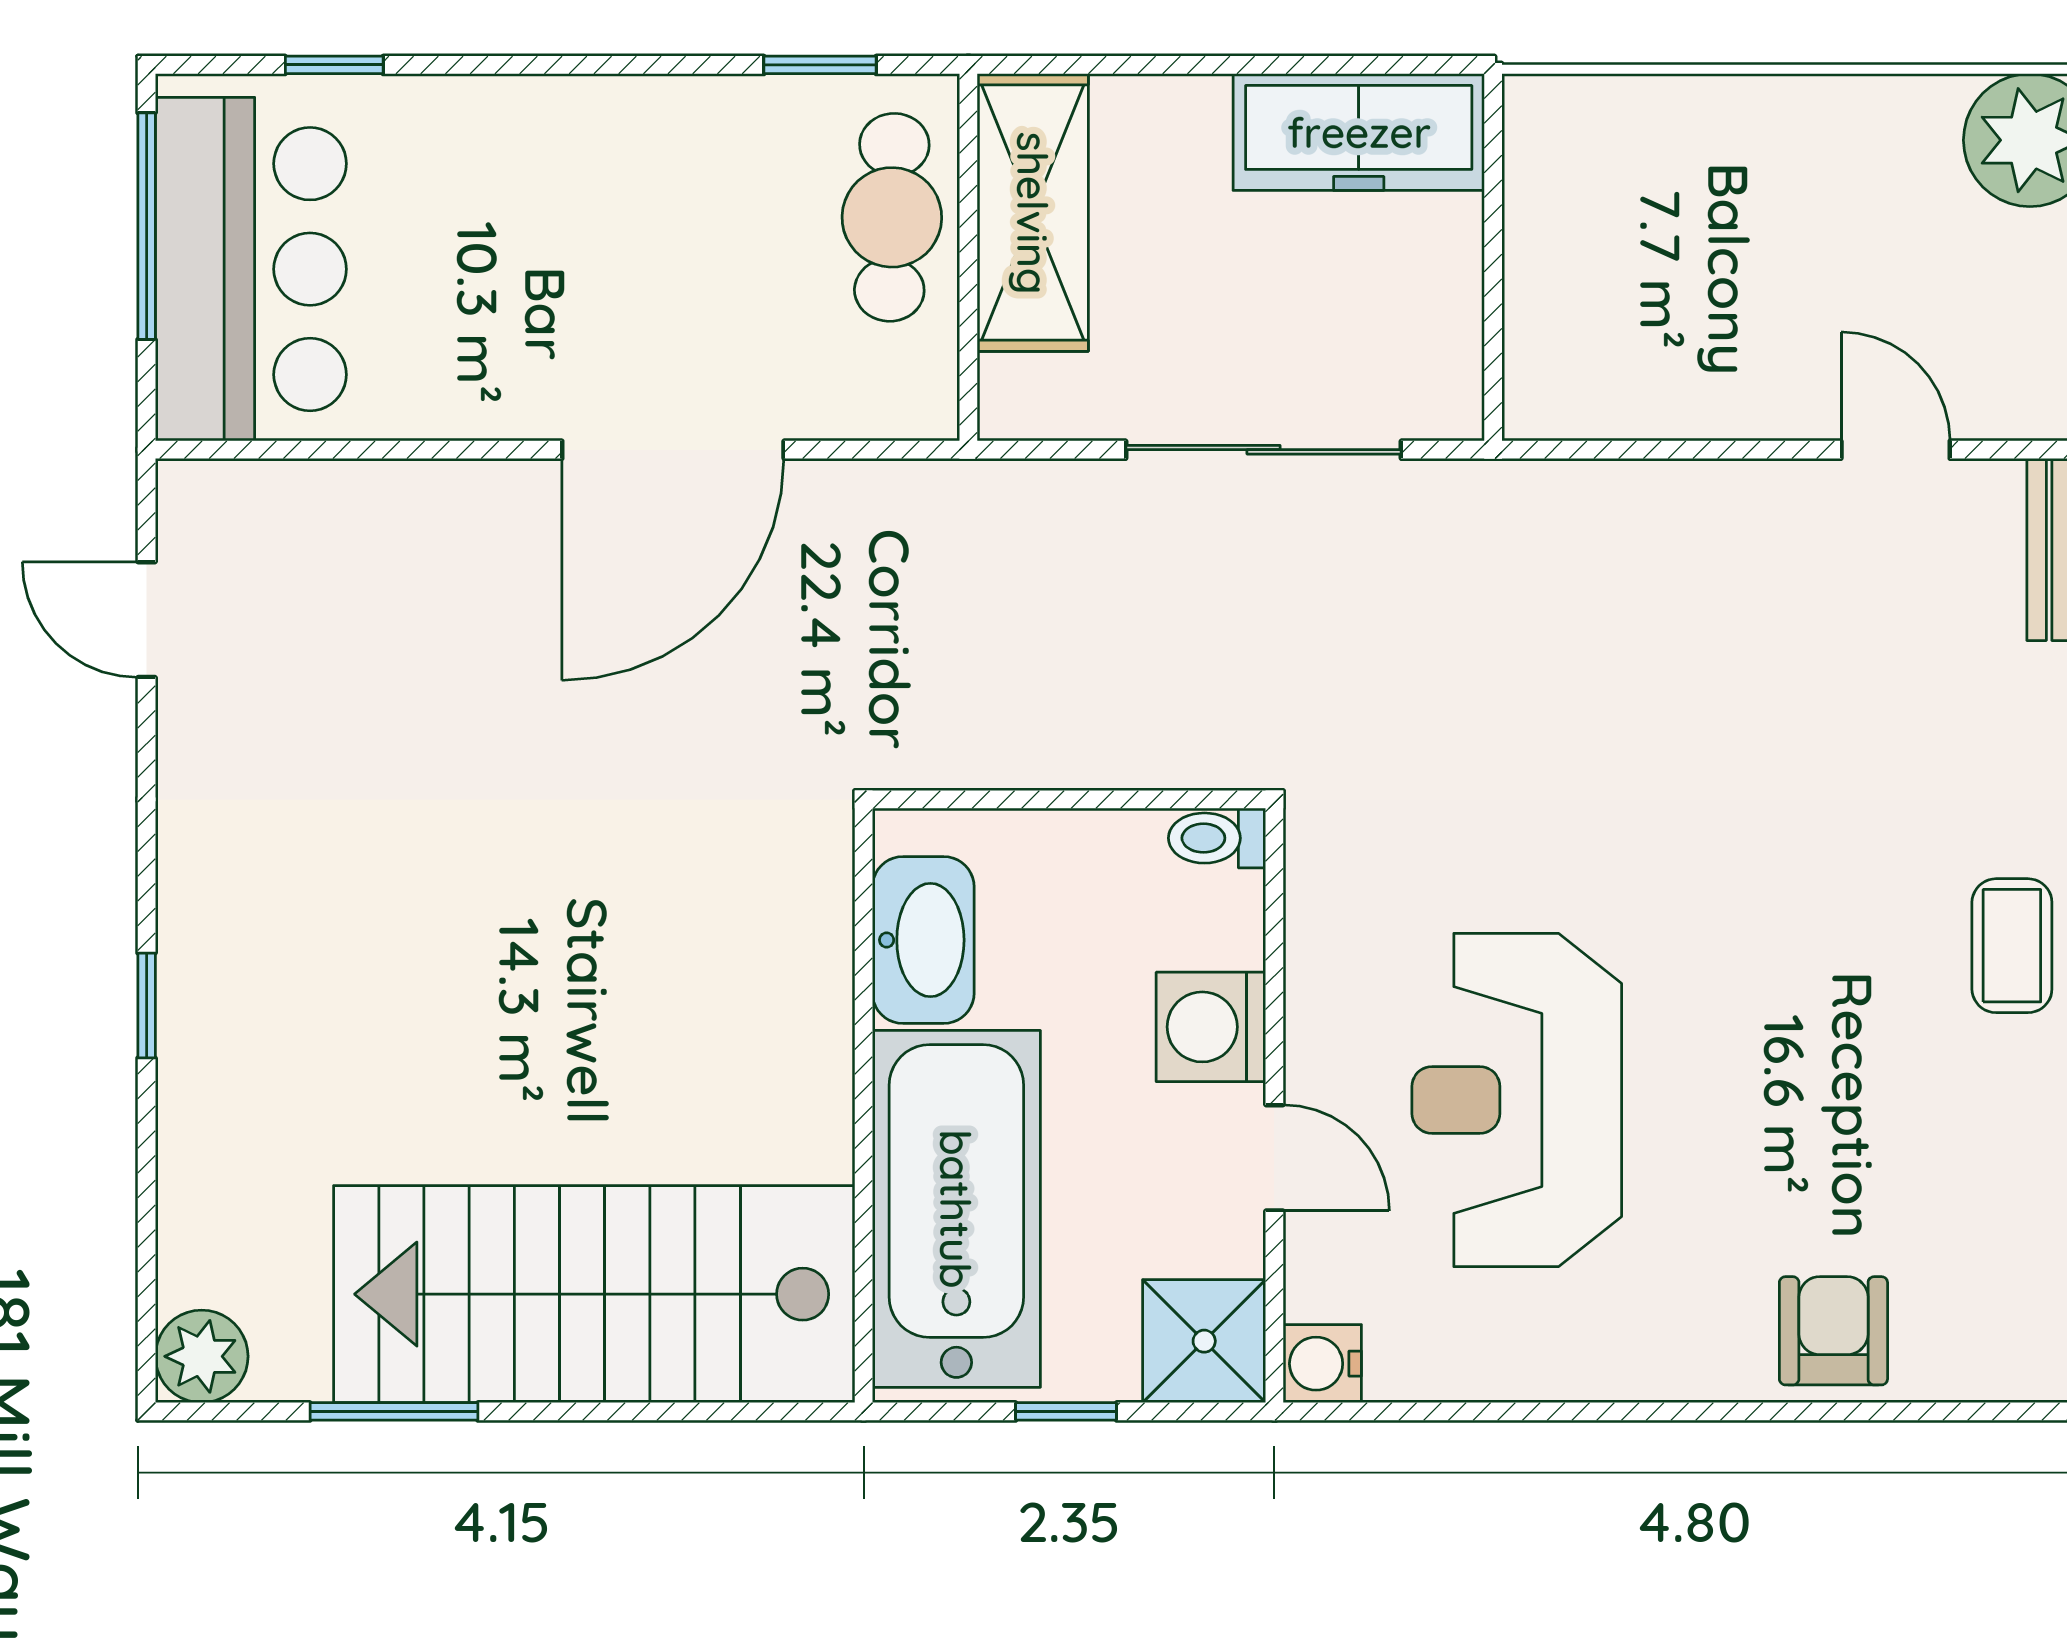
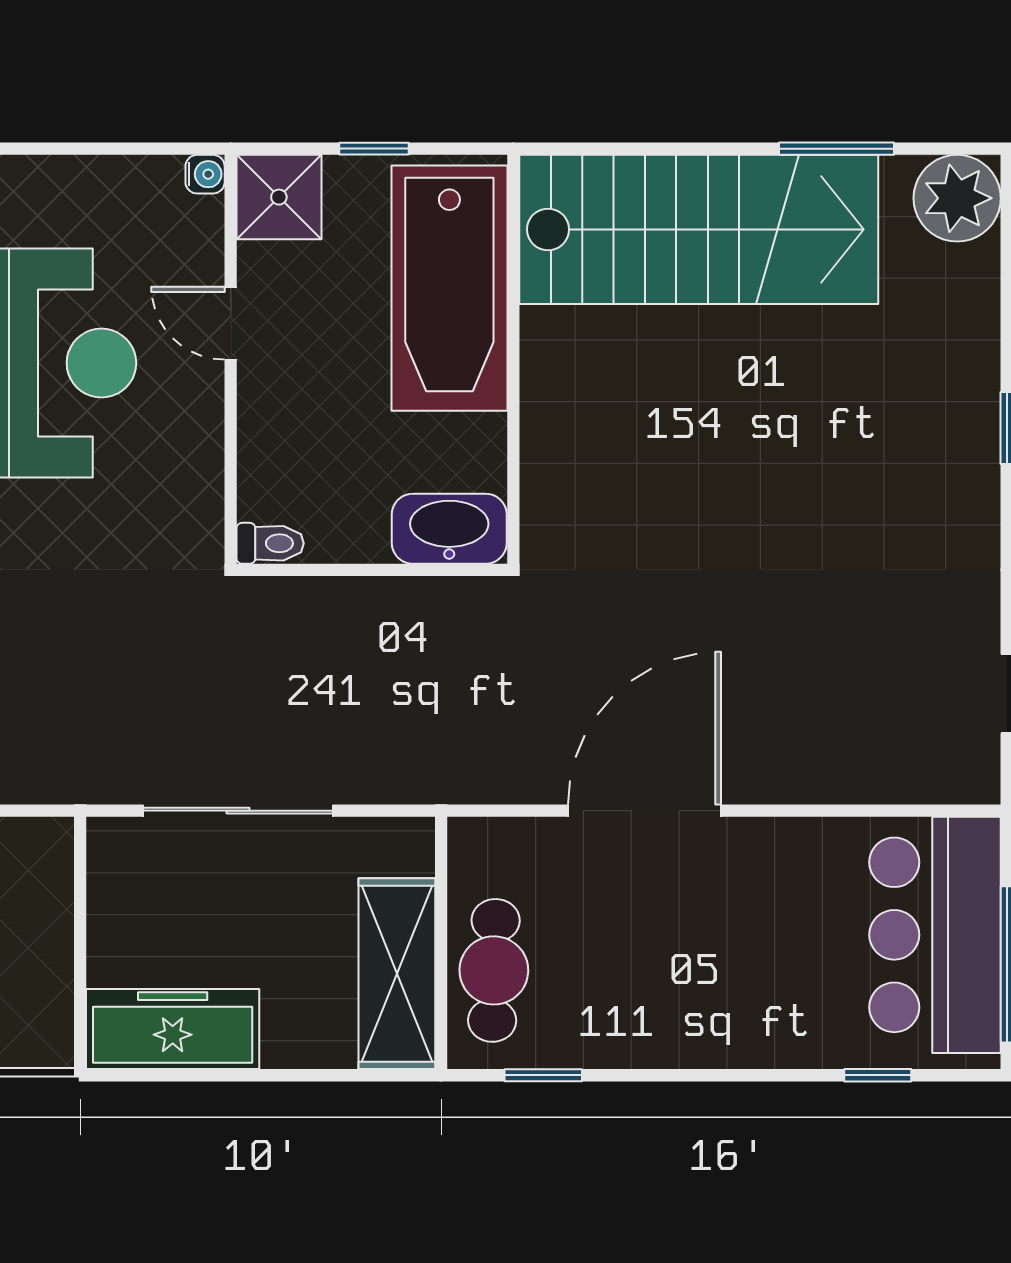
washbasin: (923, 940) -> (449, 529), moved, turned 90
washing machine: (1211, 1027) -> (274, 413), removed
plant: (202, 1356) -> (957, 198), width x1.36, depth x1.36
water cooler: (1322, 1364) -> (205, 174), width x0.72, depth x0.72

